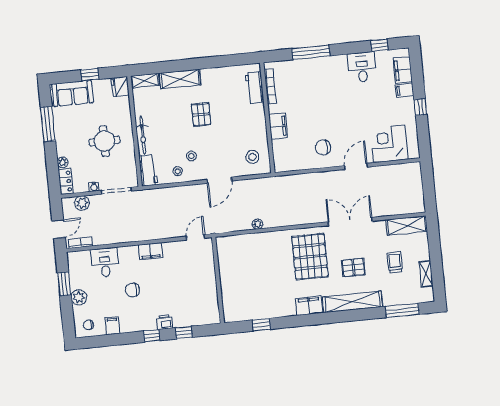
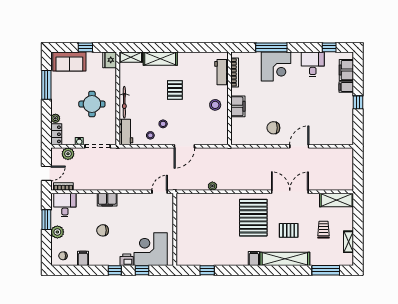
corner desk: (389, 144) -> (276, 67), moved, turned 180
stool: (252, 157) -> (215, 105), moved
filing cabinet: (151, 251) -> (107, 200), moved
desk: (105, 262) -> (65, 205), moved
corner desk: (192, 306) -> (151, 249), added
filing cabinet: (309, 306) -> (254, 258), width x0.50

